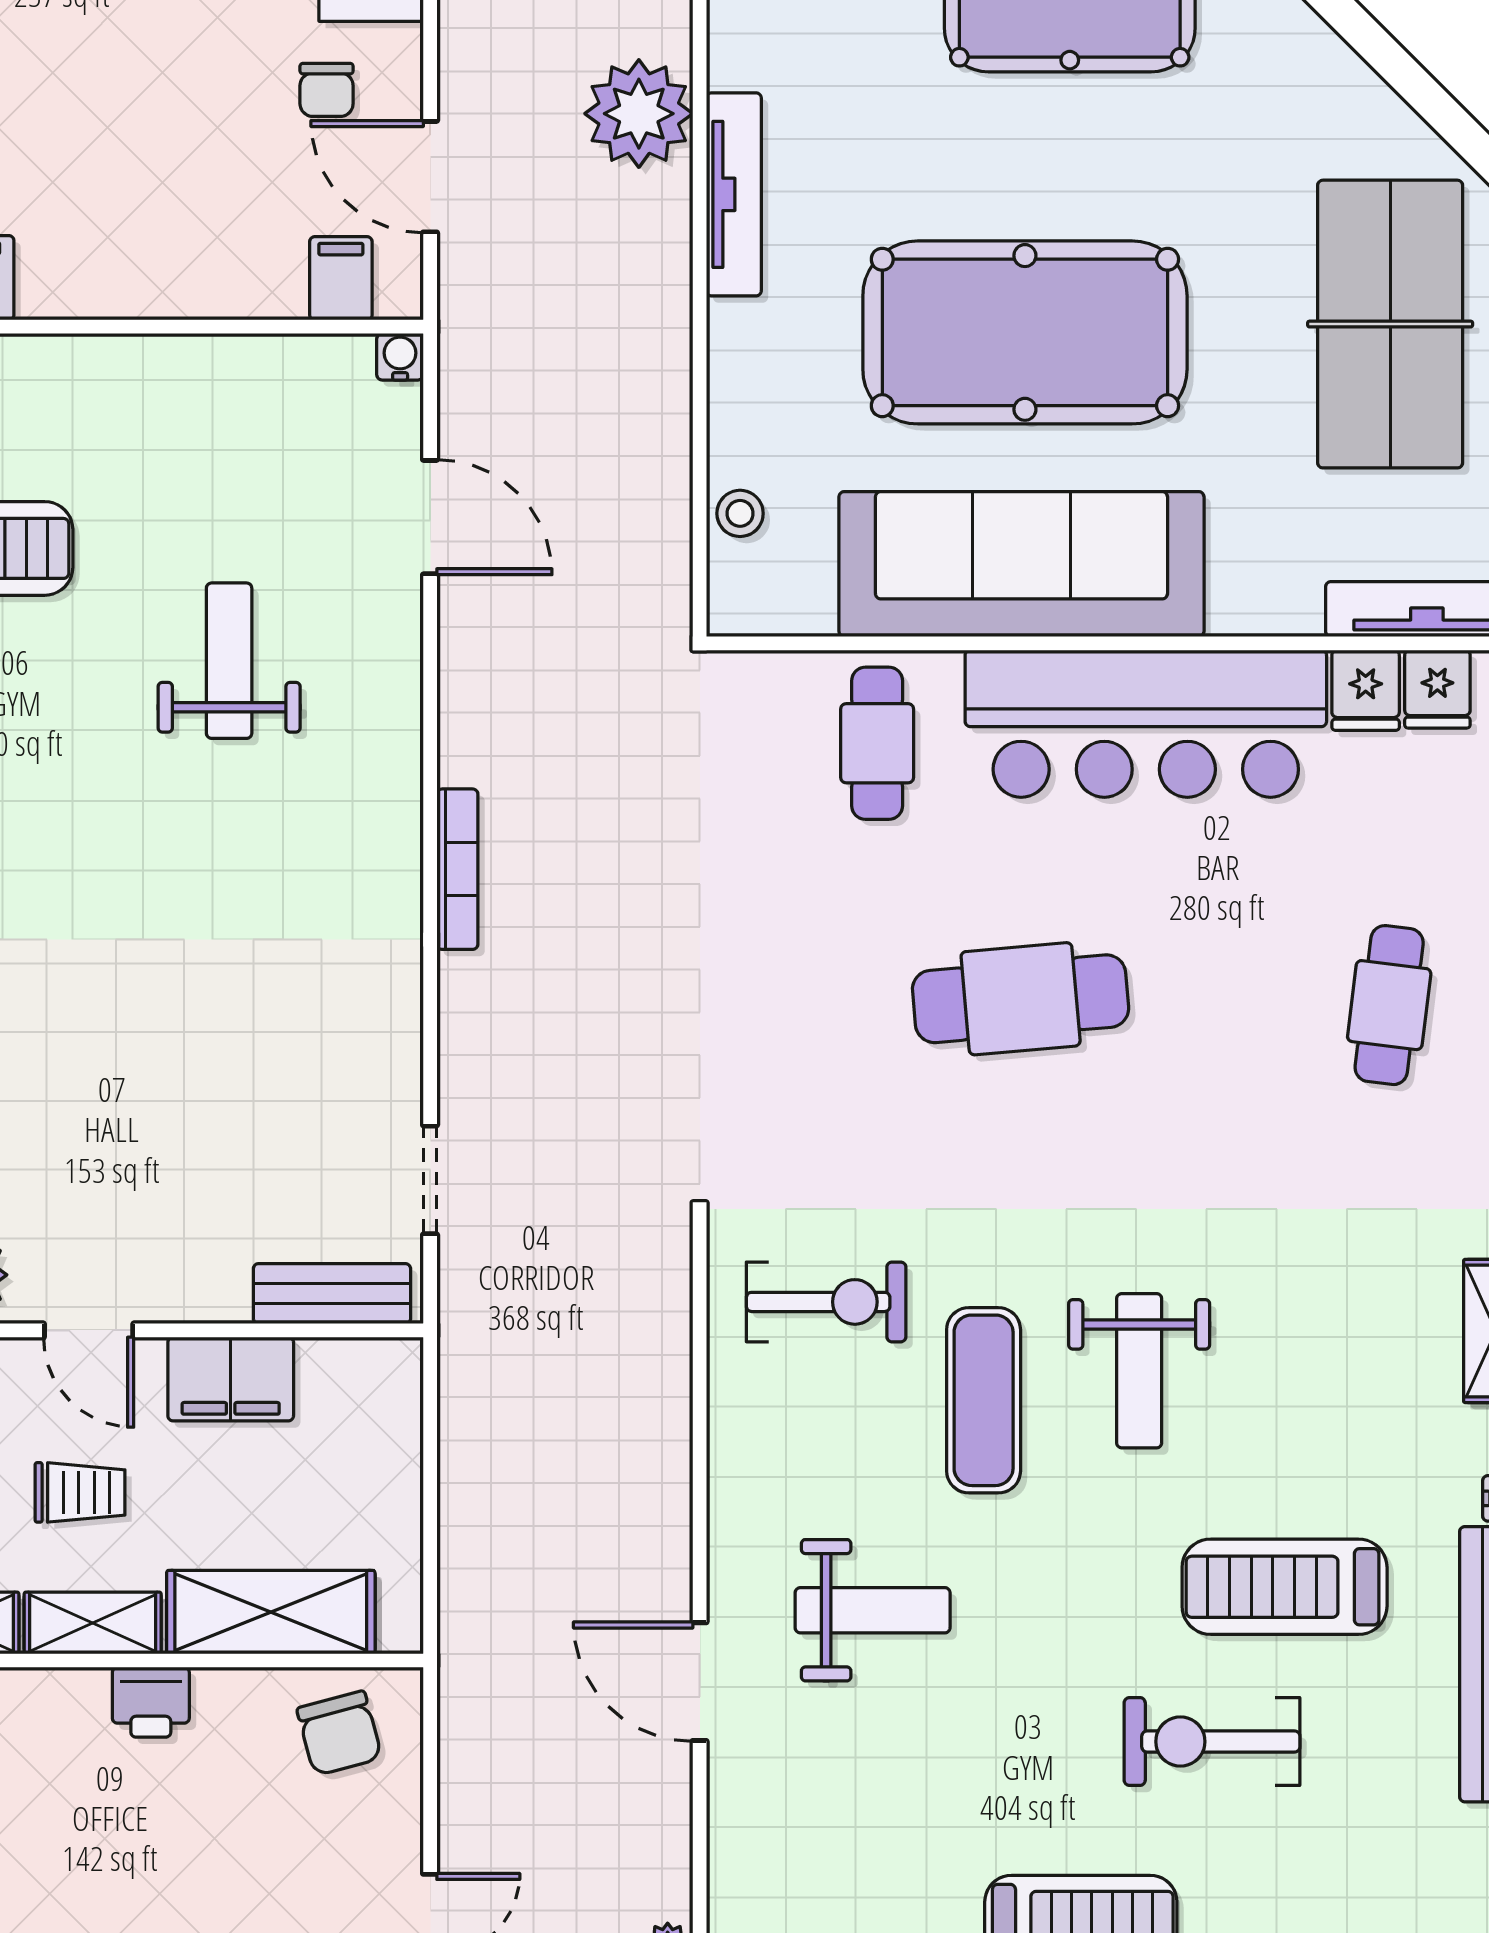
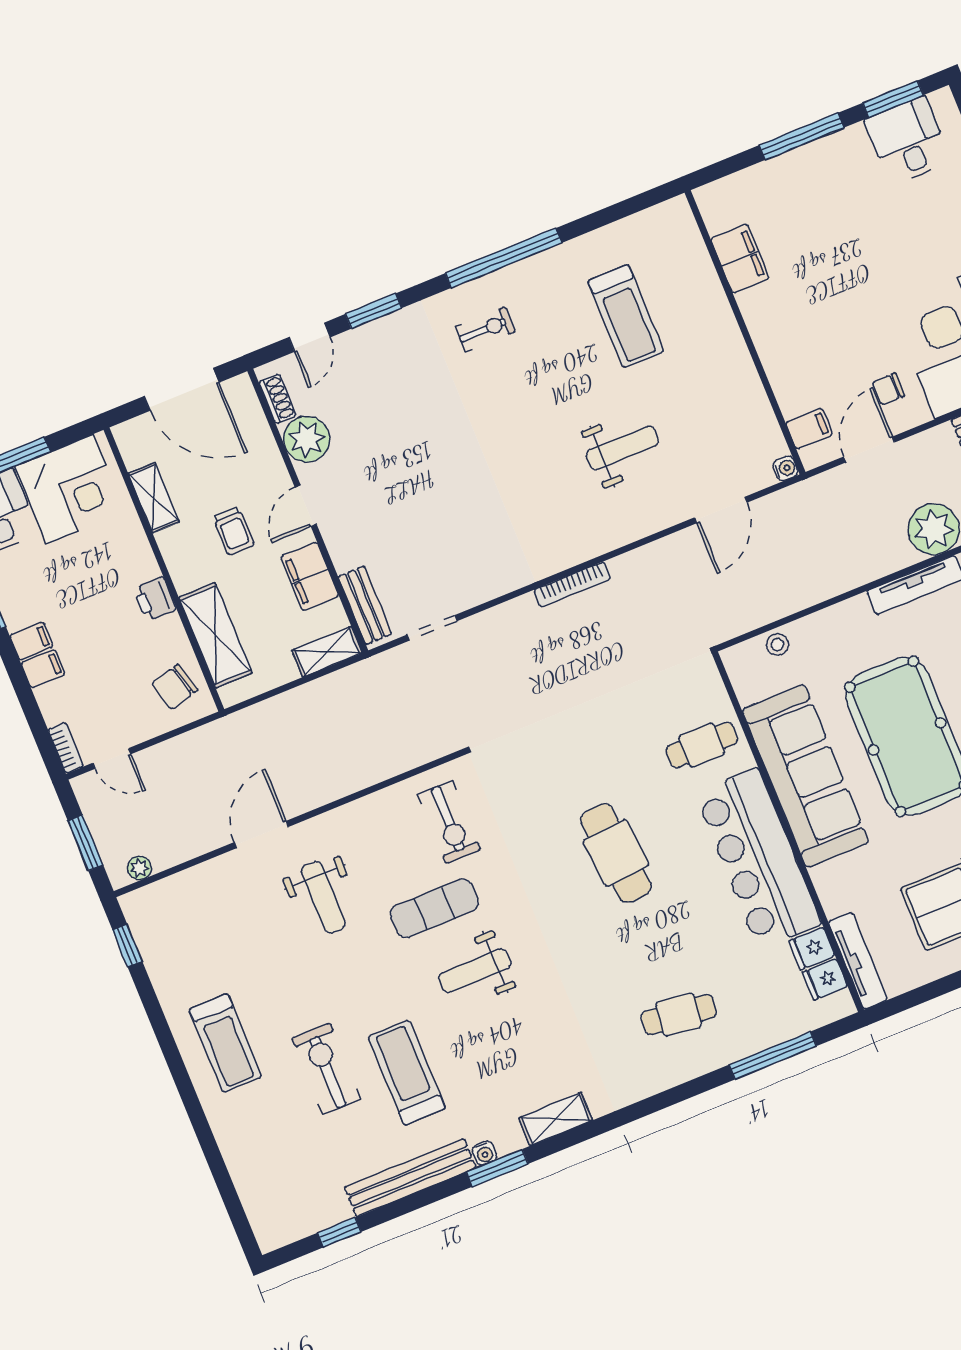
shelving: (93, 1623) -> (327, 652), moved, turned 90

